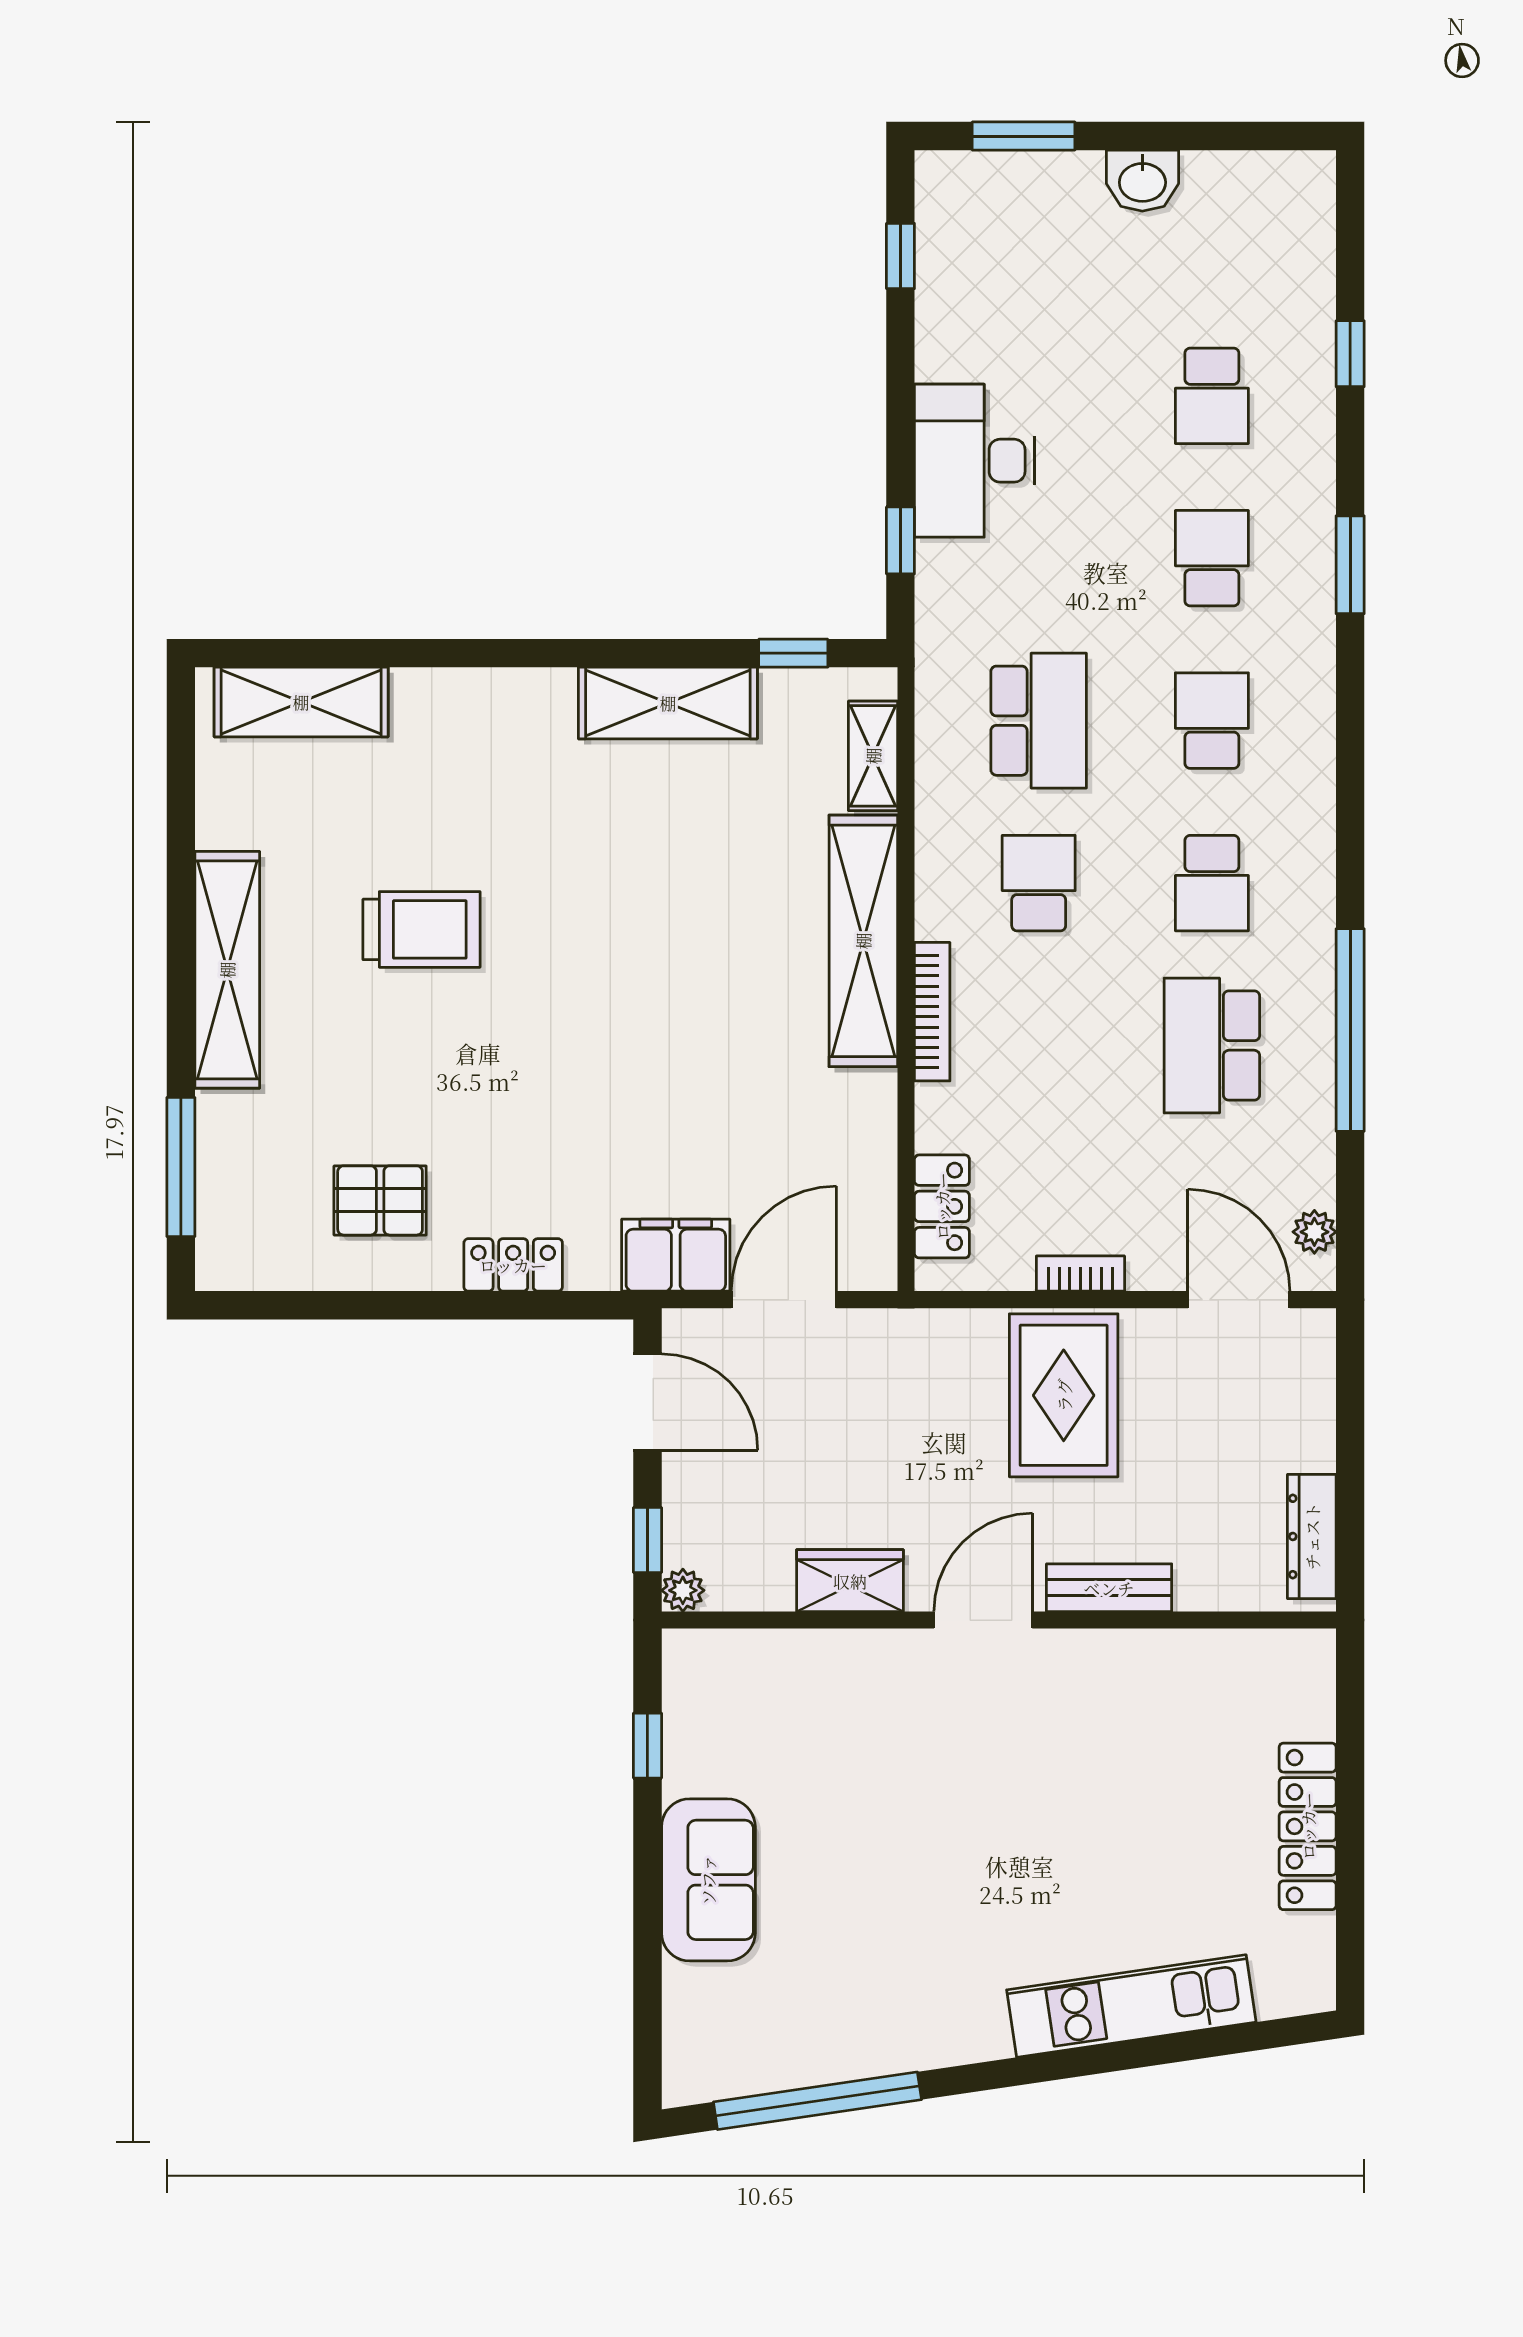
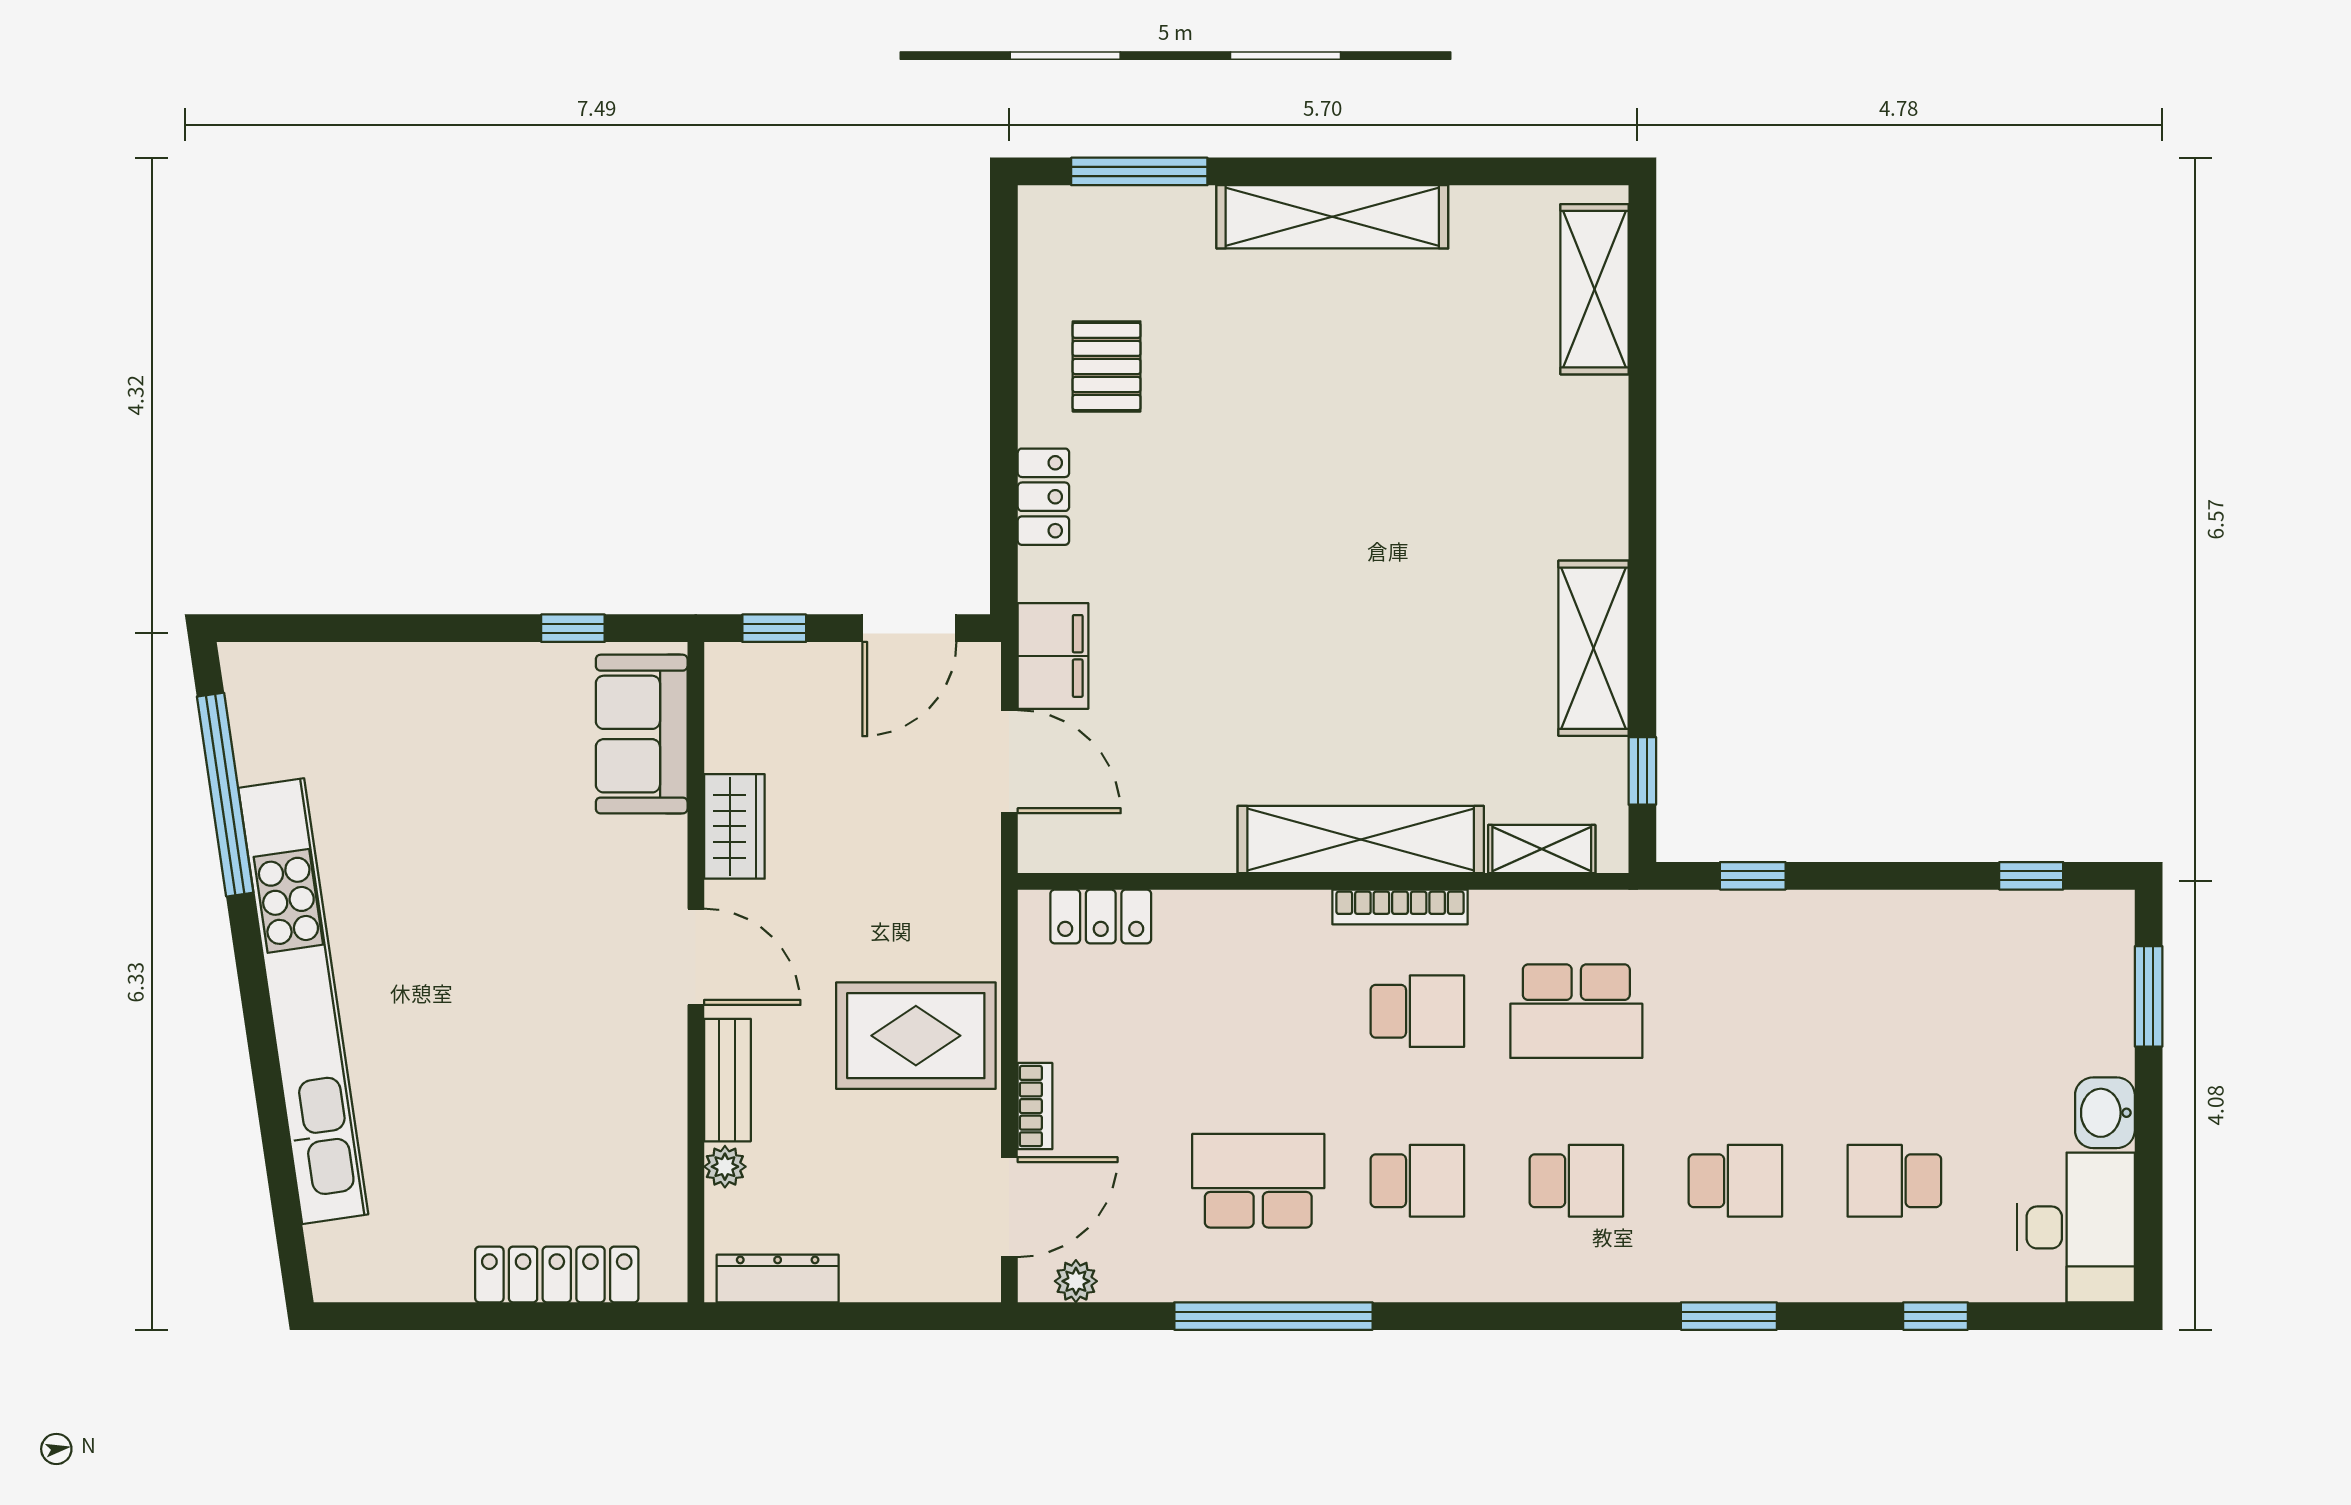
desk: (975, 461) -> (2076, 1227), moved, turned 90
school desk: (1212, 883) -> (1417, 1181), turned 180
trolley: (422, 929) -> (1372, 407), removed
bookcase: (932, 1012) -> (1400, 907), moved
bookcase: (1080, 1274) -> (1035, 1106), moved
plant: (683, 1590) -> (725, 1167), moved
locker: (1308, 1826) -> (557, 1274), moved
sofa: (708, 1880) -> (642, 734), moved, turned 90
kitchen unit: (1131, 2006) -> (303, 1001), width x1.86

